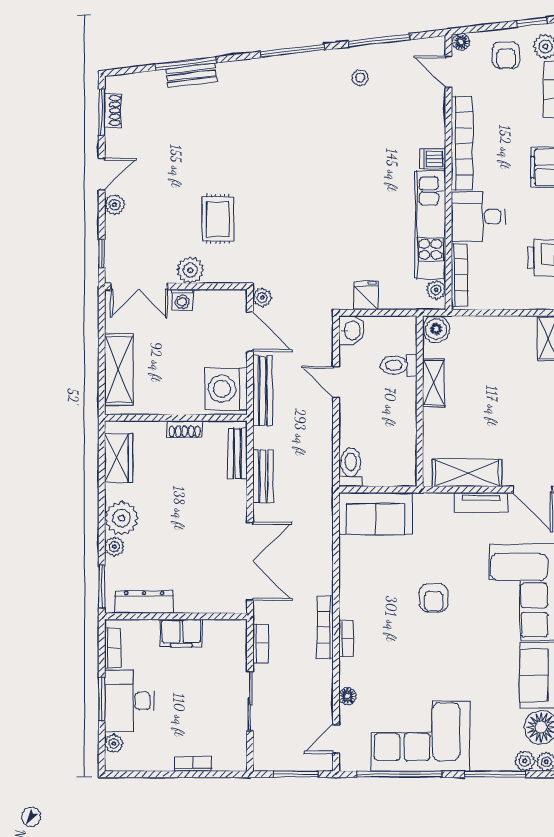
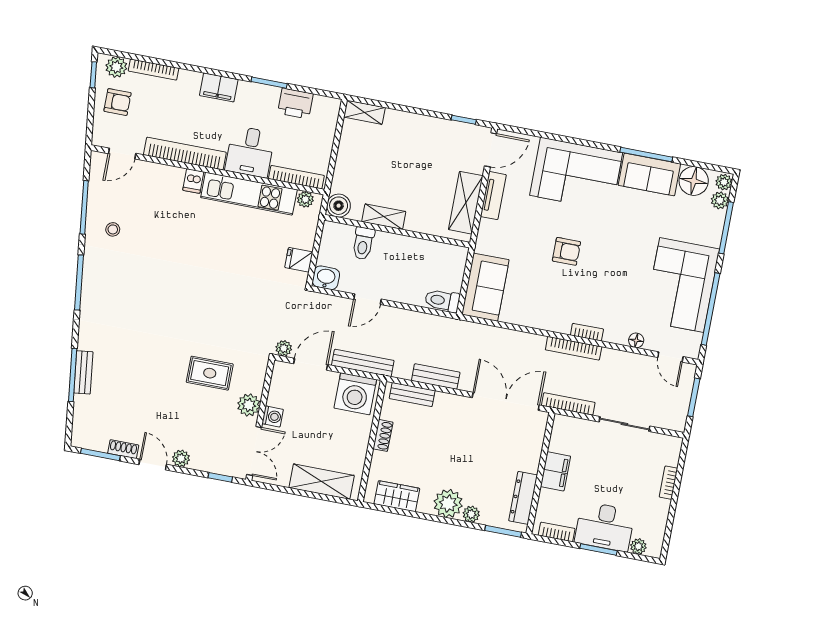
floor lamp: (461, 42) -> (99, 138), removed
shoe rack: (113, 110) -> (123, 449), moved
bookcase: (261, 644) -> (568, 404), width x1.56

